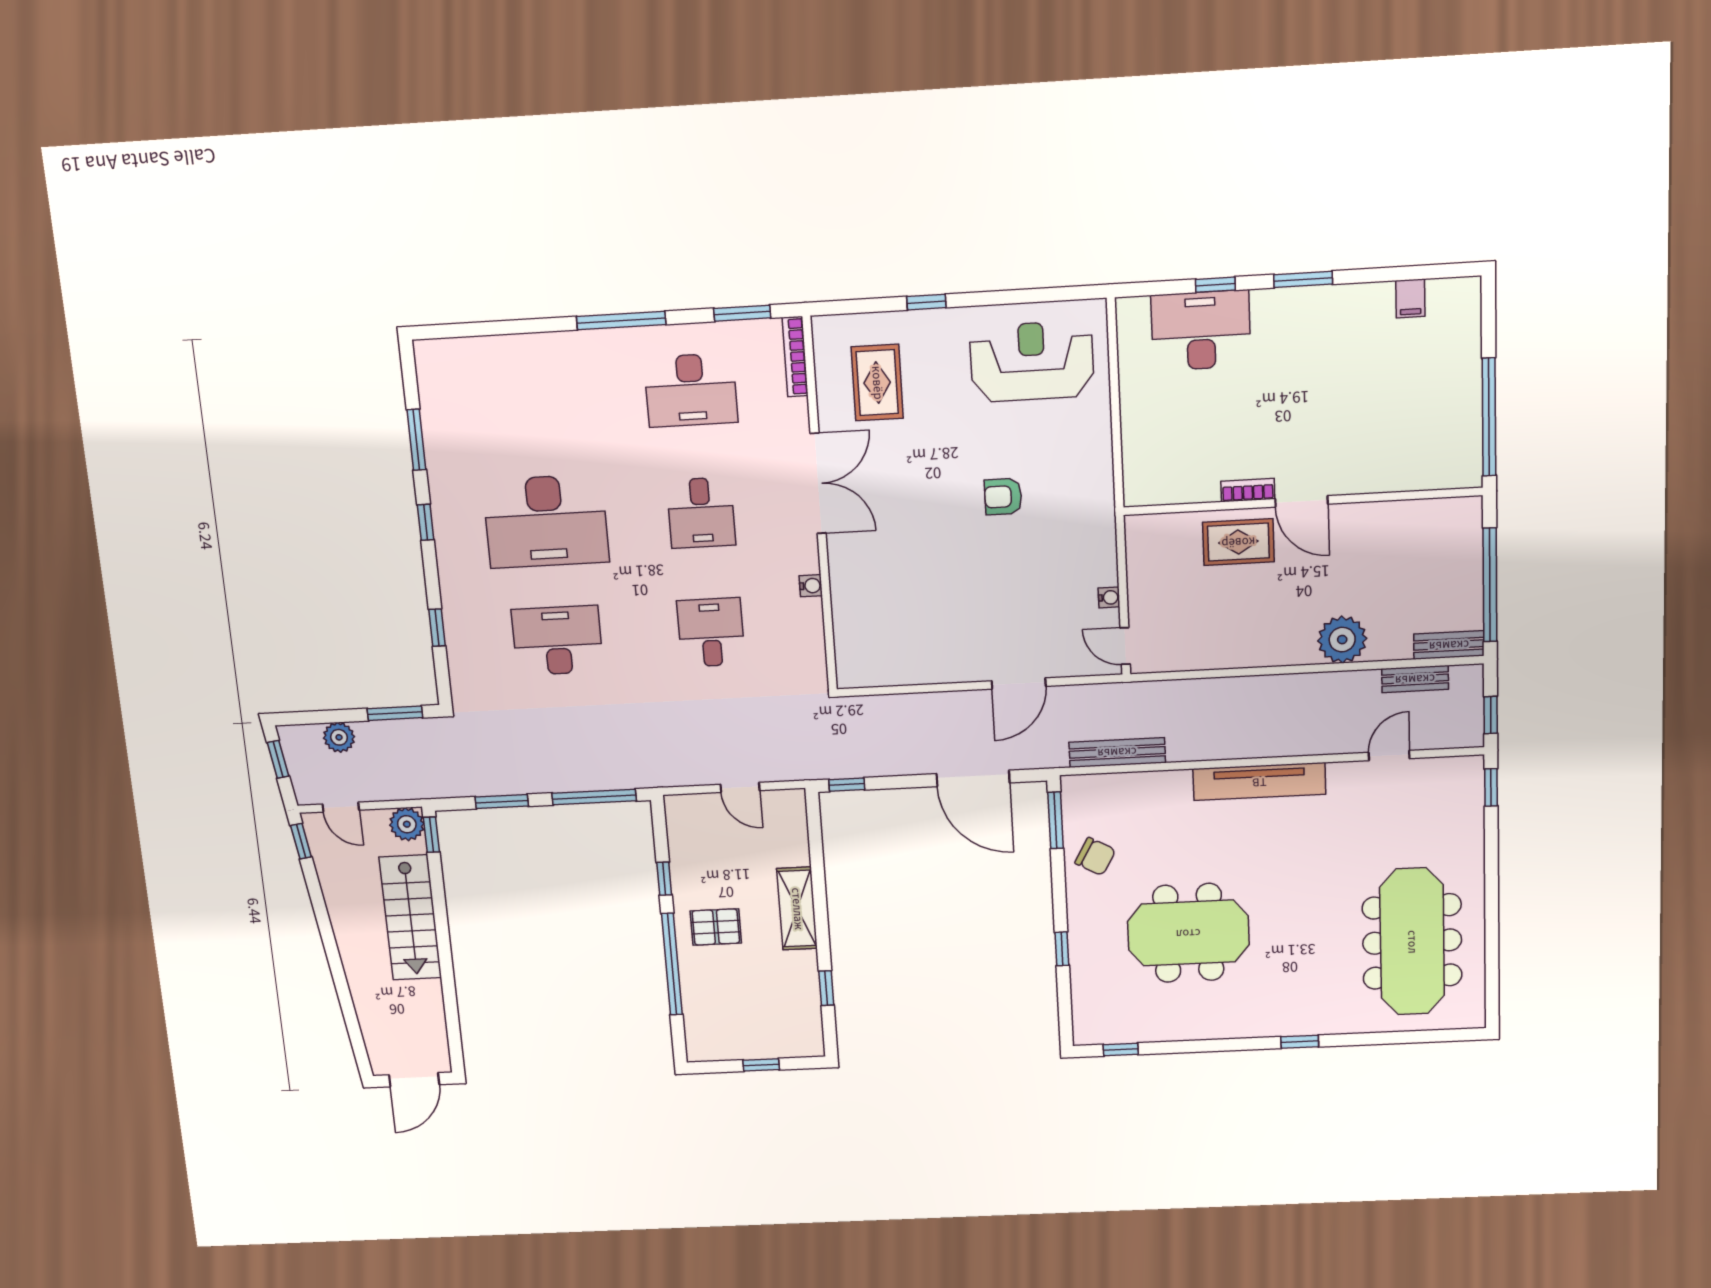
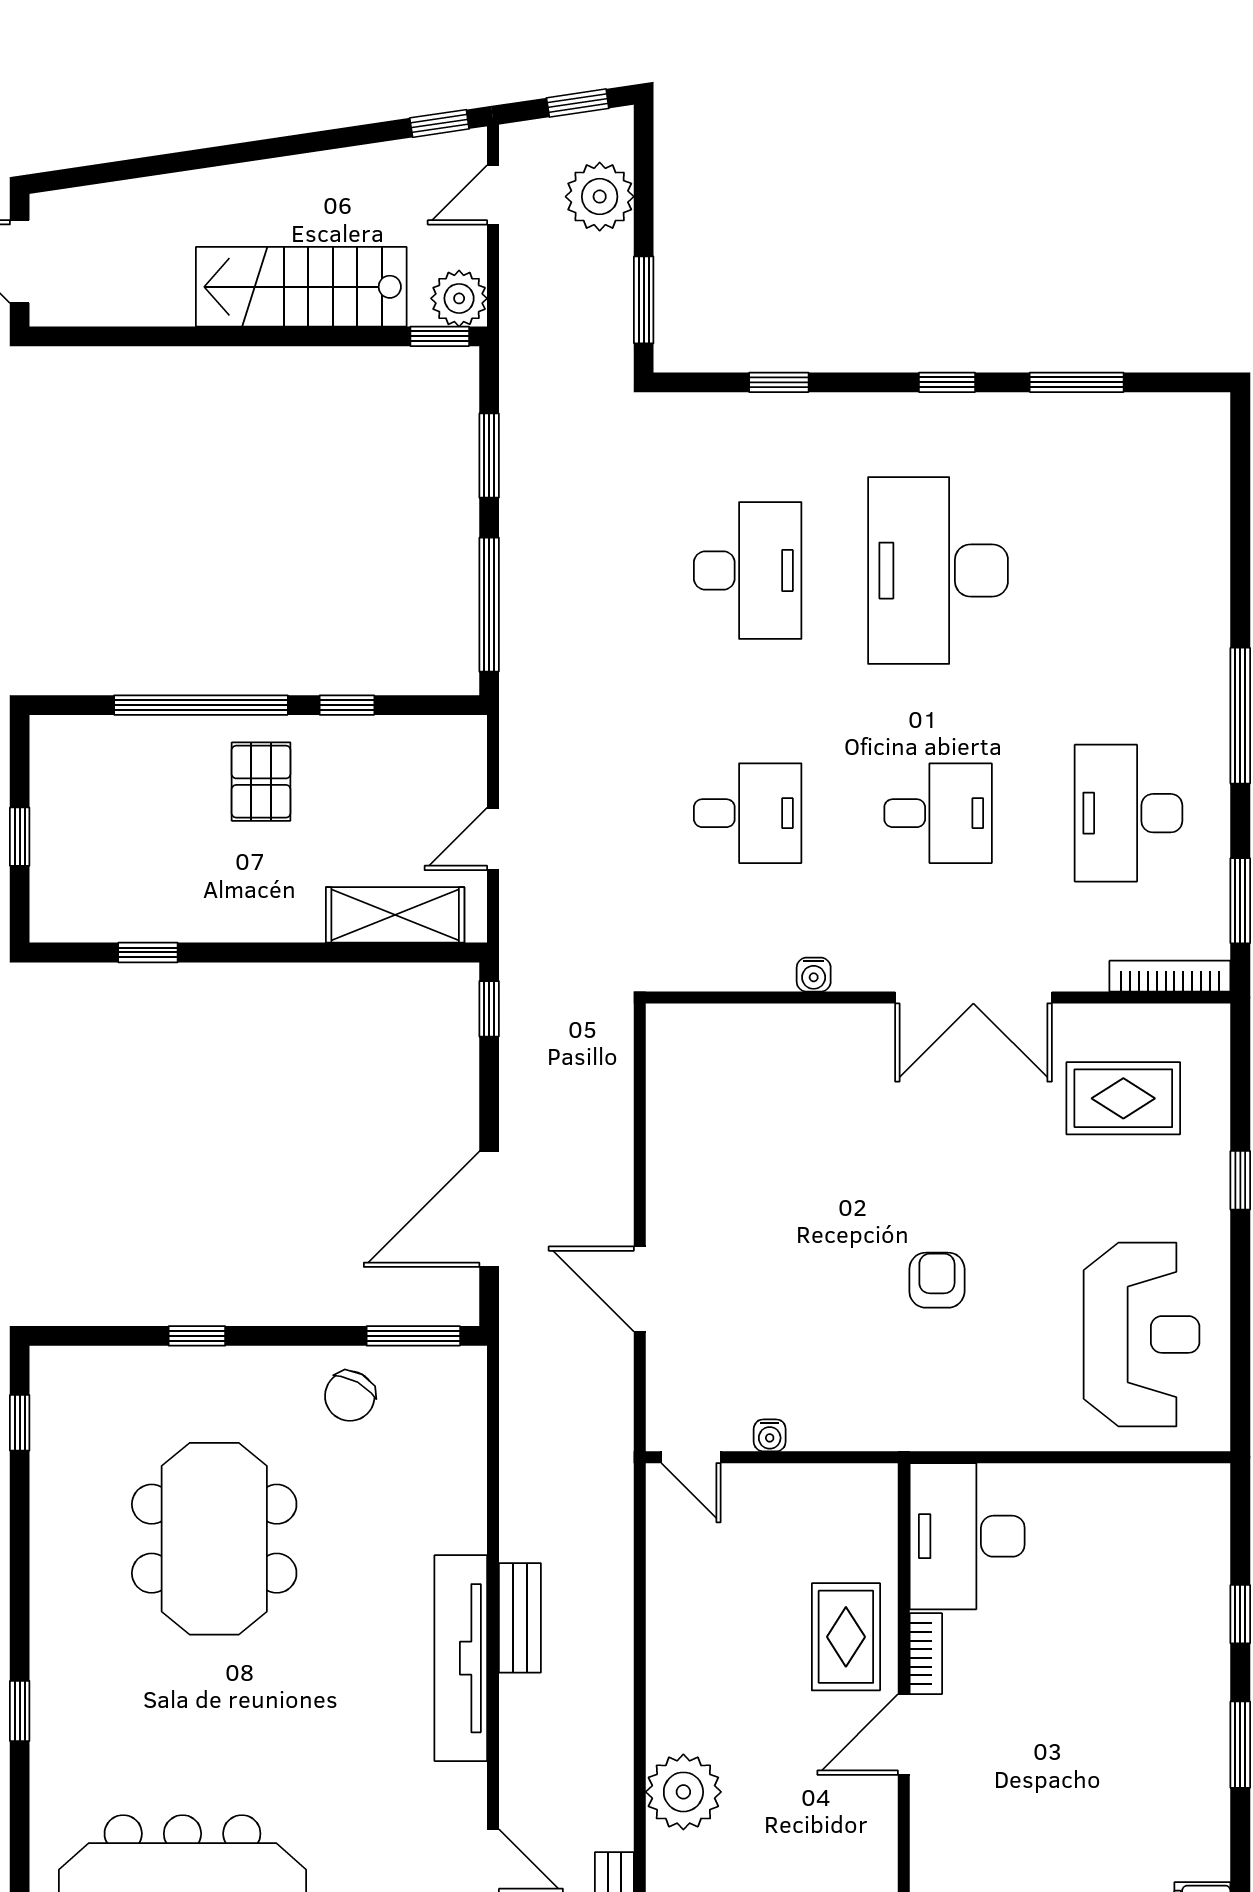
desk: (1201, 331) -> (967, 1536), moved, turned 180
desk: (701, 513) -> (938, 813), turned 180
door: (1125, 646) -> (691, 1457), swing flipped
plant: (339, 737) -> (600, 197), width x1.36, depth x1.36
bench: (1117, 752) -> (520, 1618), moved, width x0.73
shelving: (797, 909) -> (395, 915), moved

